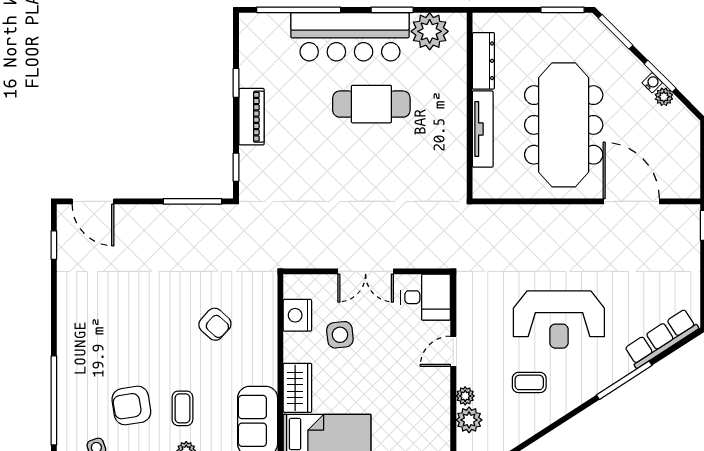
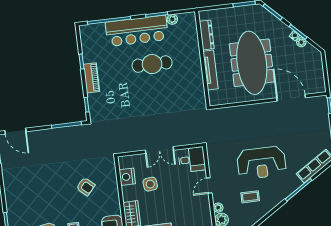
plant: (430, 31) -> (172, 19), width x0.53, depth x0.53

